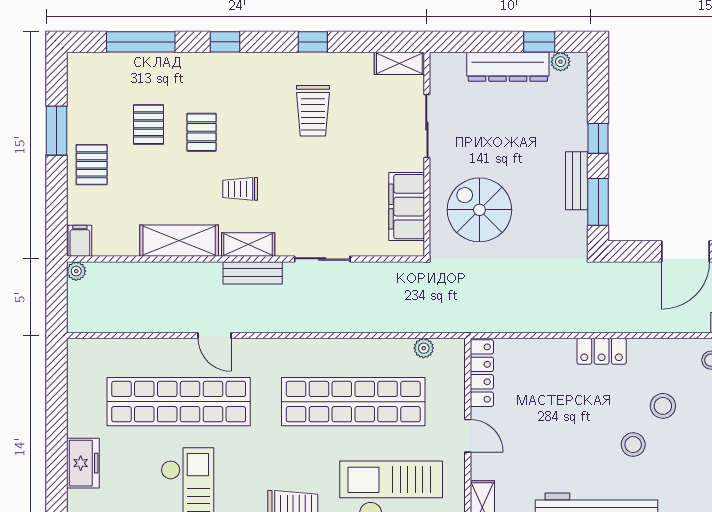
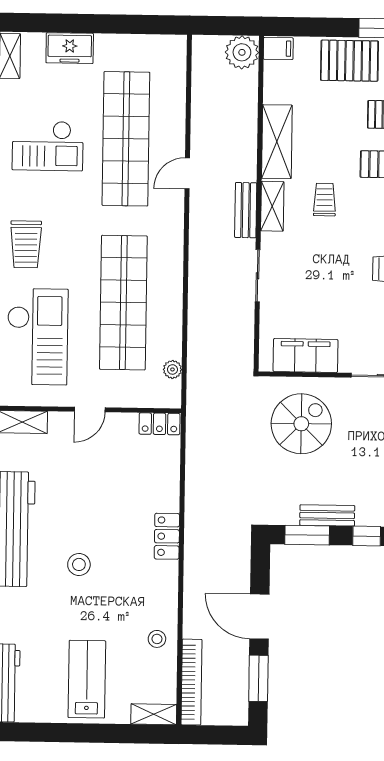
pallet: (92, 165) -> (349, 61), width x1.50, depth x1.42
plant: (76, 271) -> (242, 52), width x1.87, depth x1.87
locker: (482, 373) -> (160, 424), width x0.66
stool: (663, 406) -> (115, 593), removed

